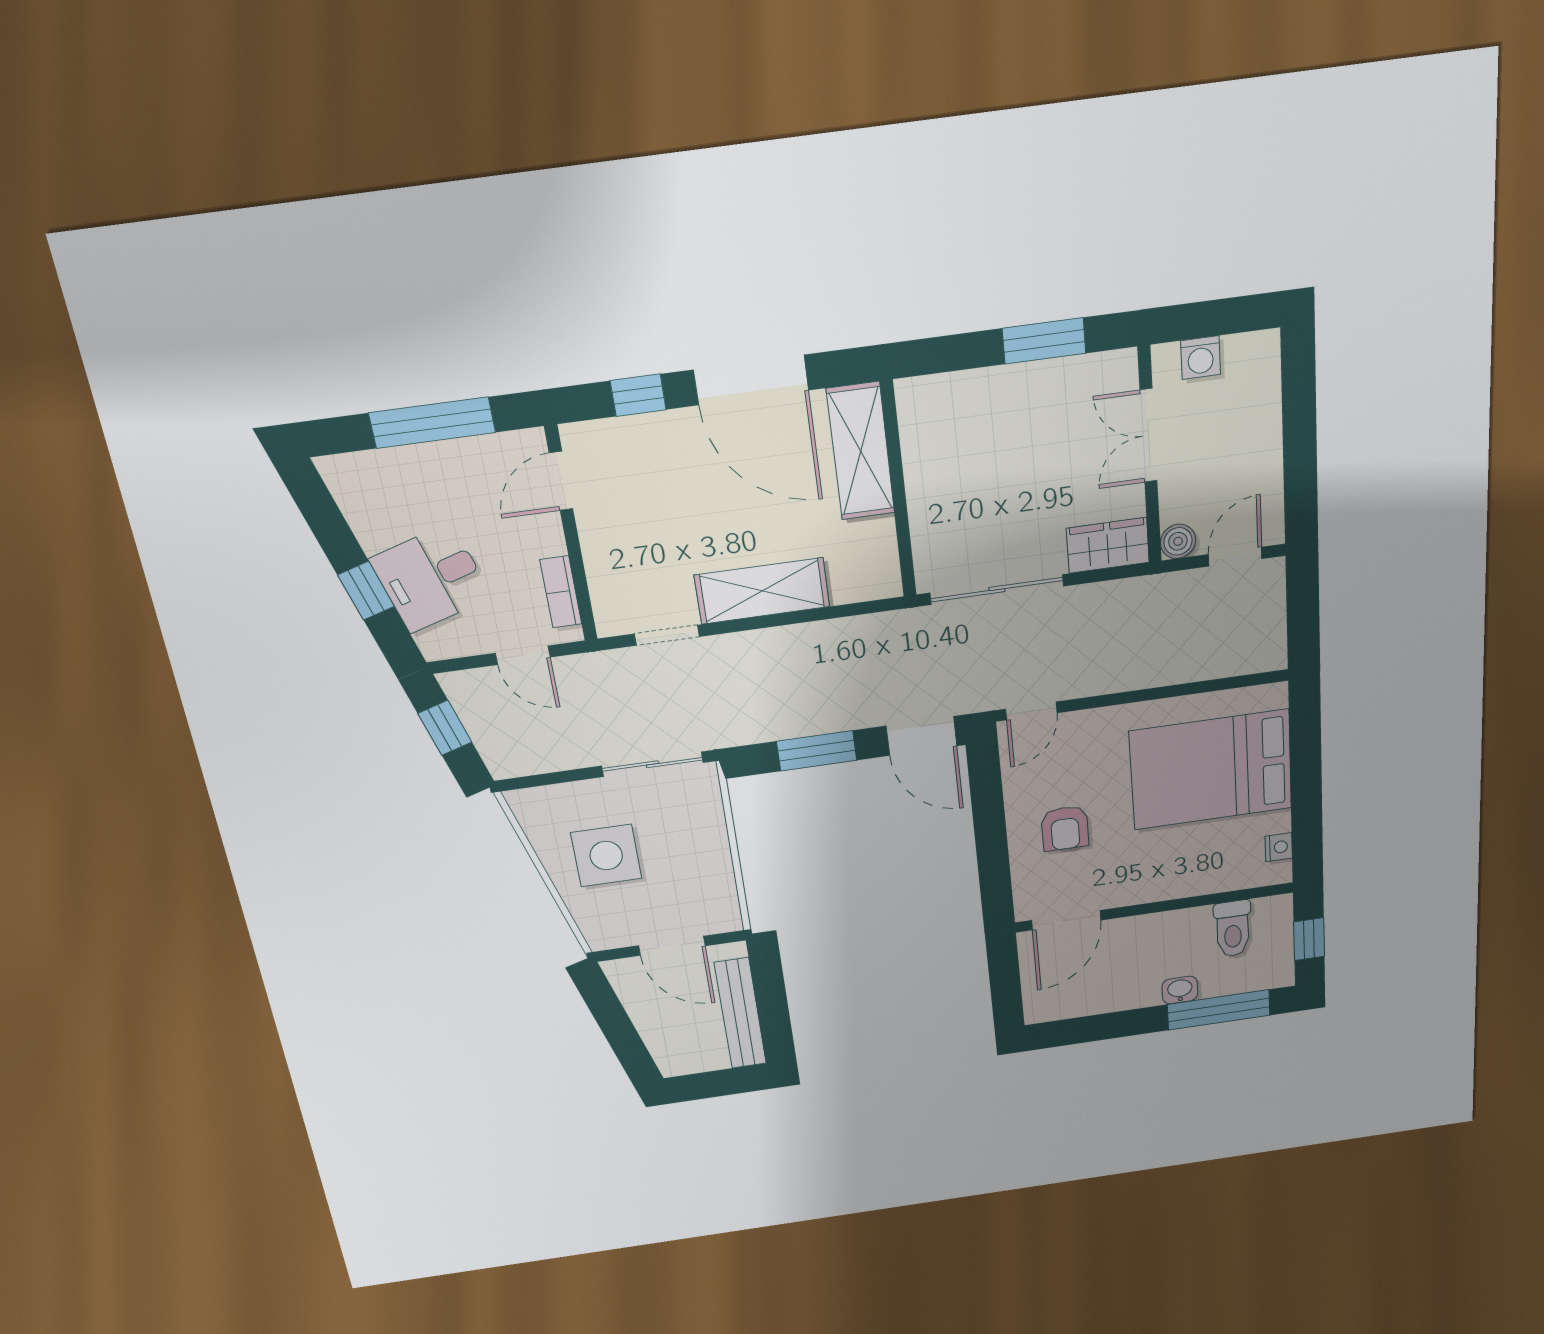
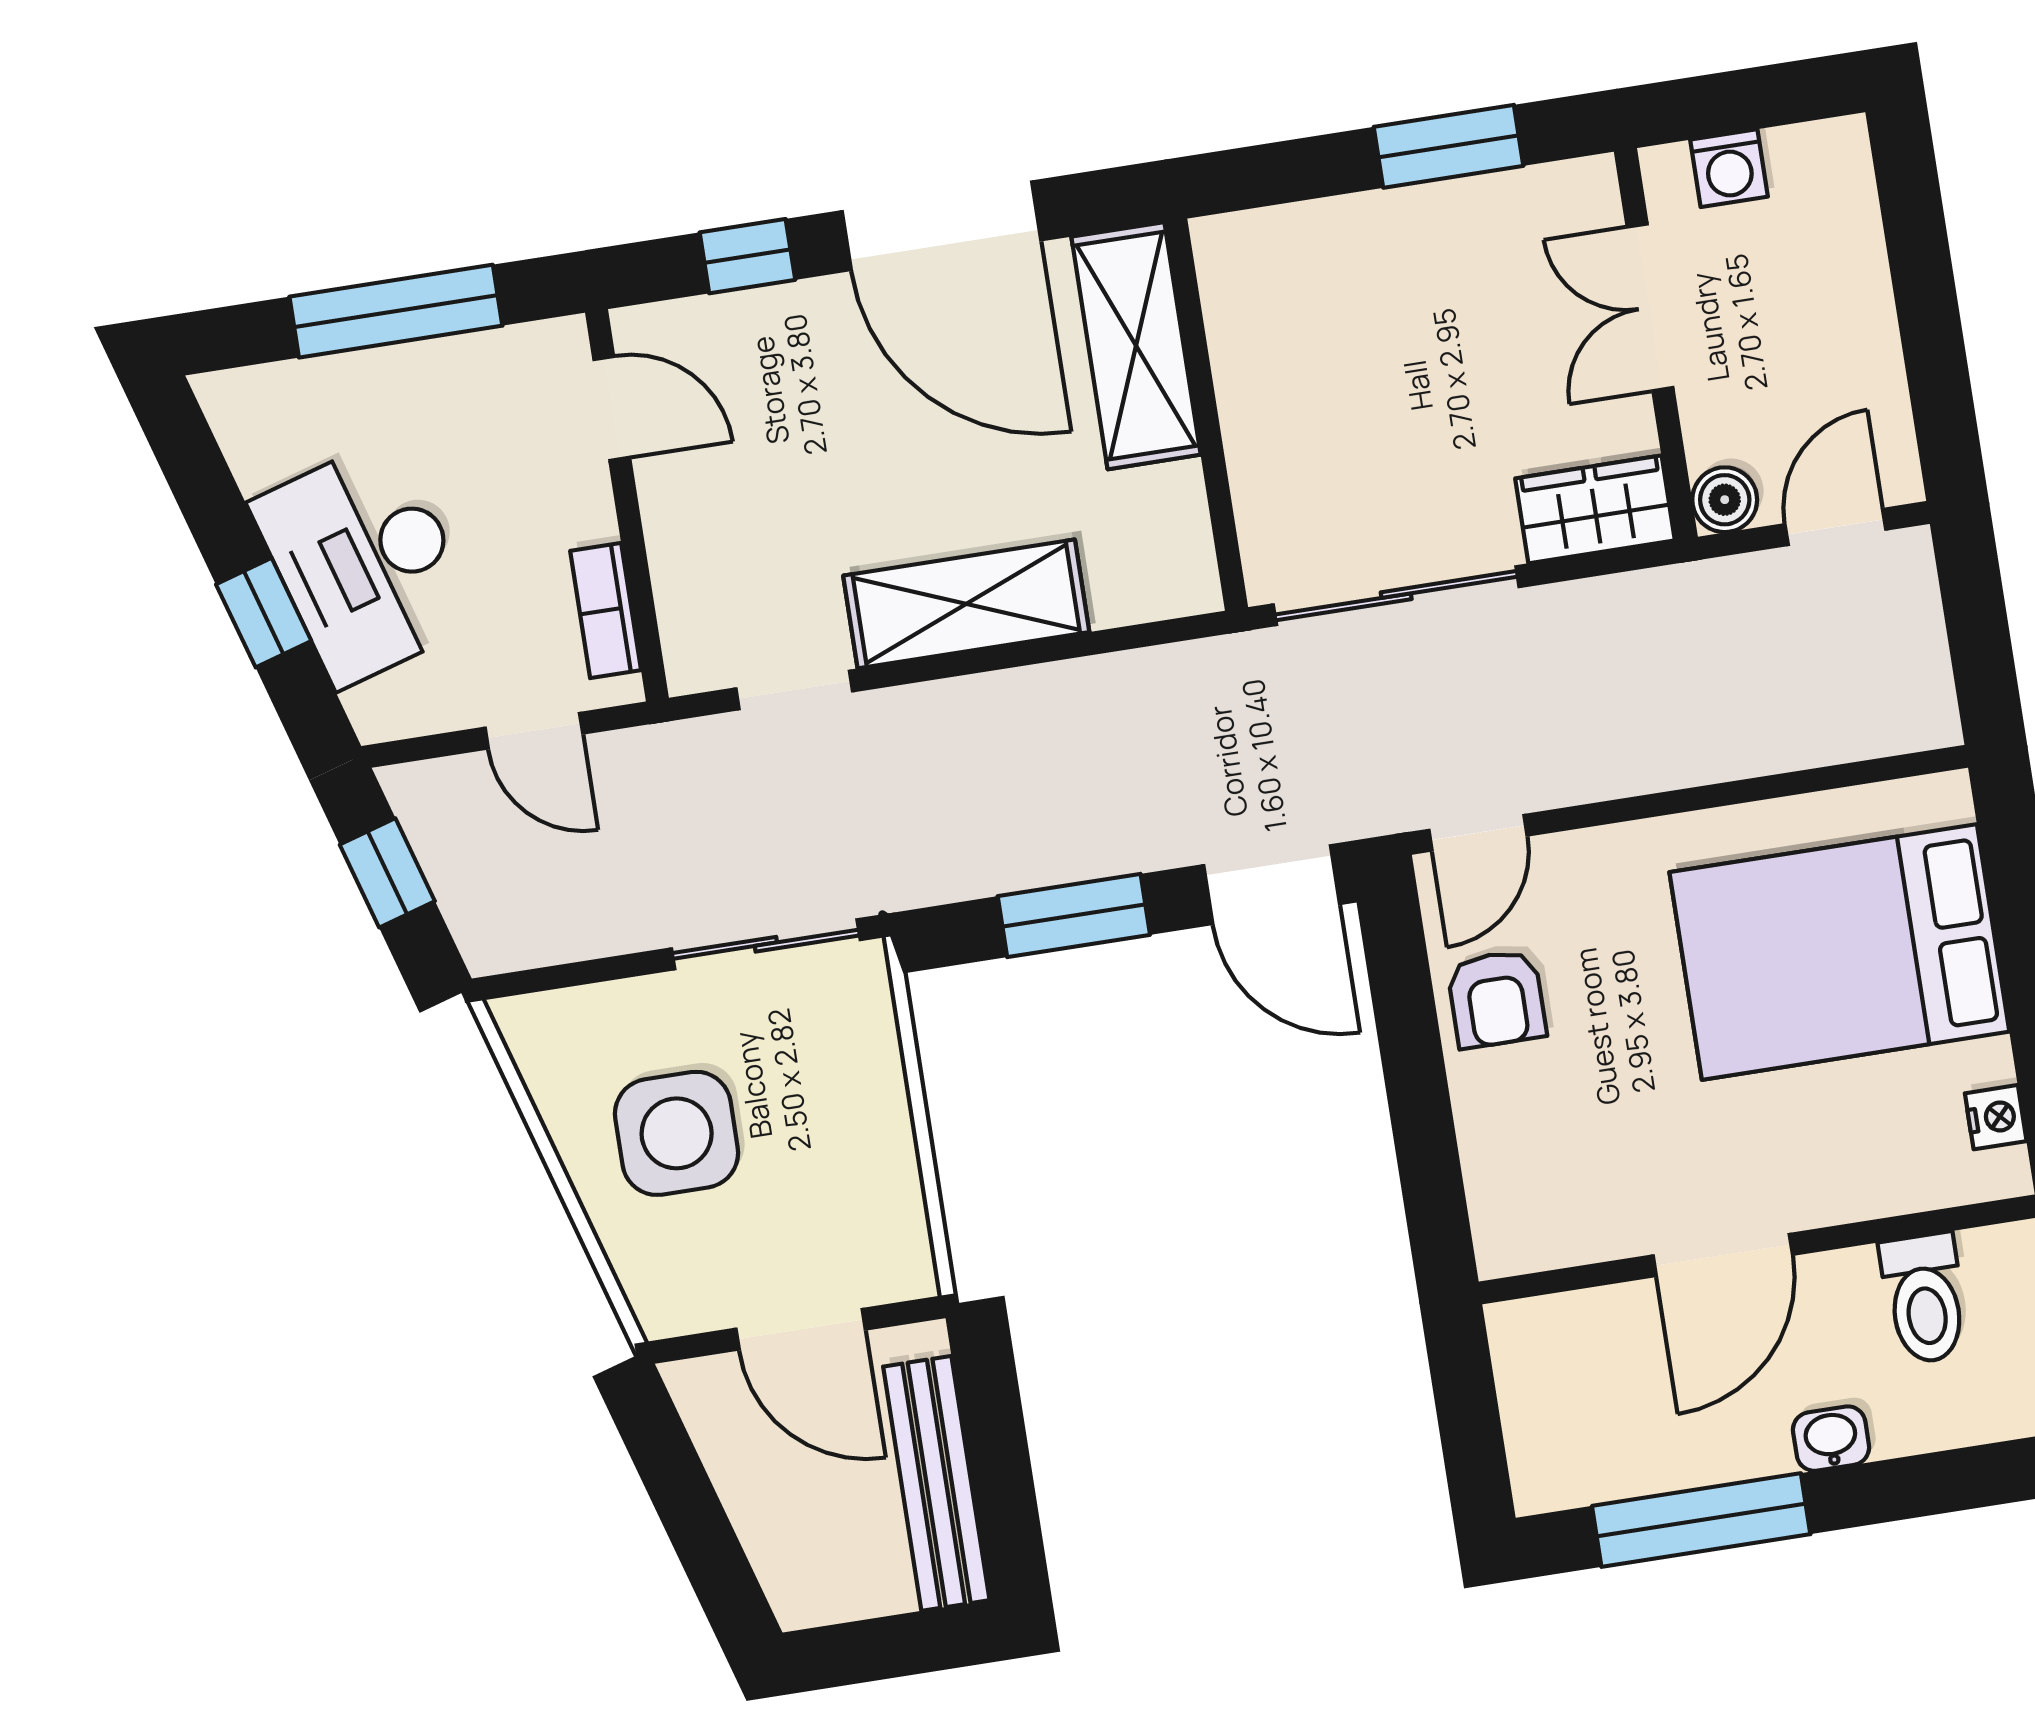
door: (561, 481) -> (612, 408), swing flipped
desk: (431, 578) -> (365, 562), width x1.37
armchair: (1065, 828) -> (1496, 999), moved
door: (1066, 920) -> (1723, 1255), moved
window: (1219, 1010) -> (1701, 1520), moved

